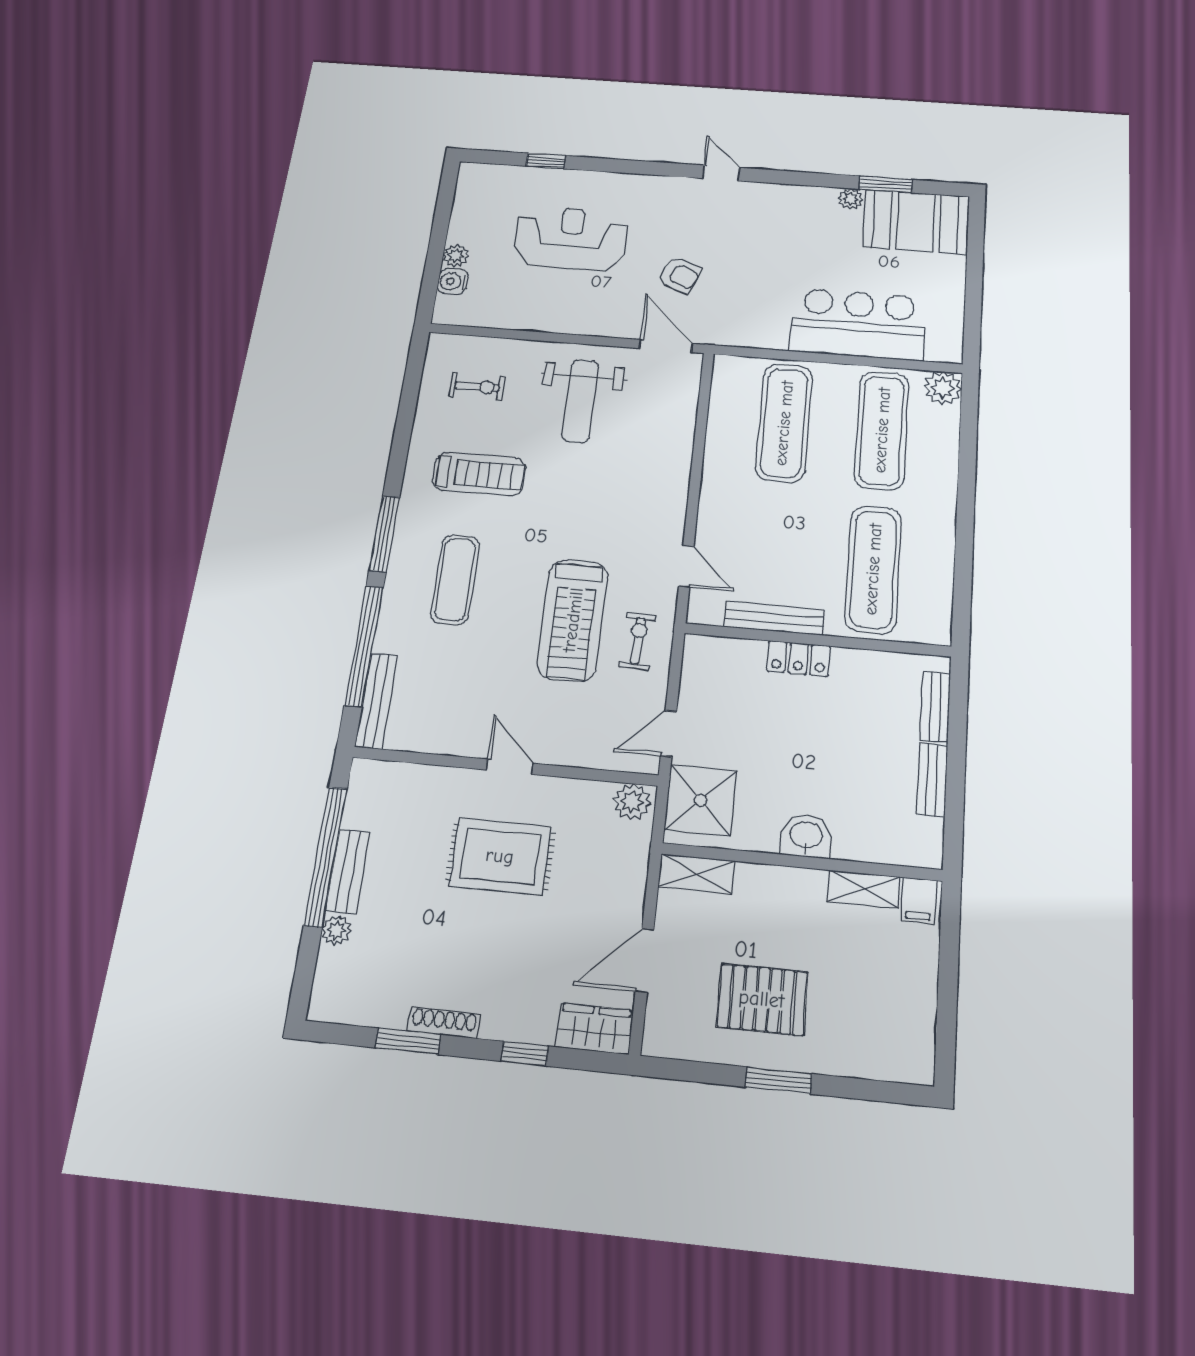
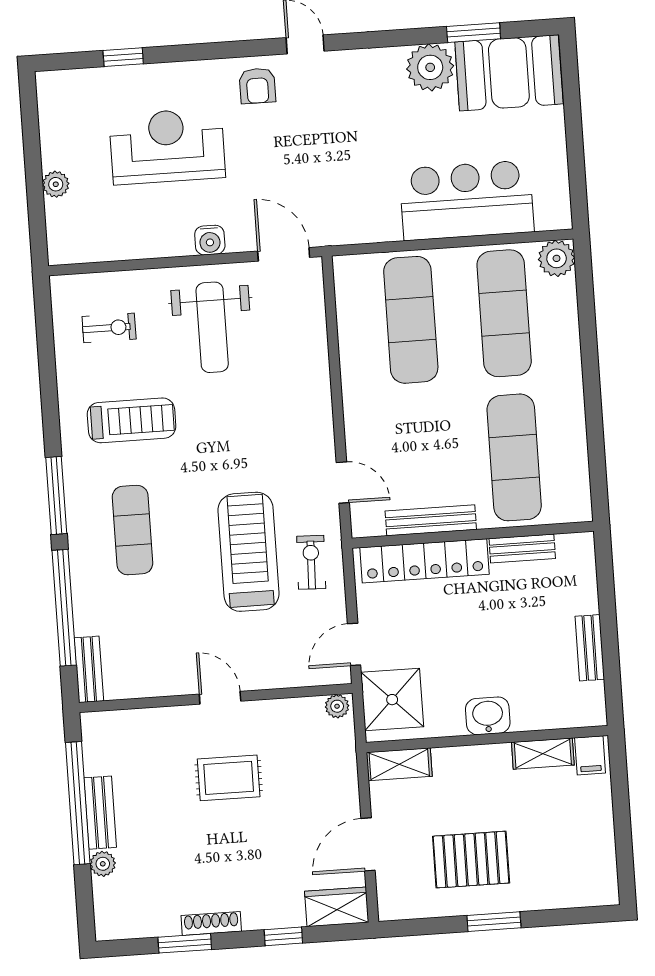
plant: (851, 199) -> (430, 67), width x1.88, depth x1.88
armchair: (680, 275) -> (257, 86), moved, turned 67
water cooler: (453, 281) -> (210, 240), moved, turned -90
treadmill: (573, 620) -> (249, 552), turned 180
locker: (798, 659) -> (425, 561), width x2.16, depth x1.21
bench: (376, 701) -> (89, 669), width x0.73
bench: (935, 707) -> (522, 548), moved, turned 90
plant: (632, 802) -> (337, 706), width x0.73, depth x0.73
rug: (500, 856) -> (229, 778), width x0.73, depth x0.70

